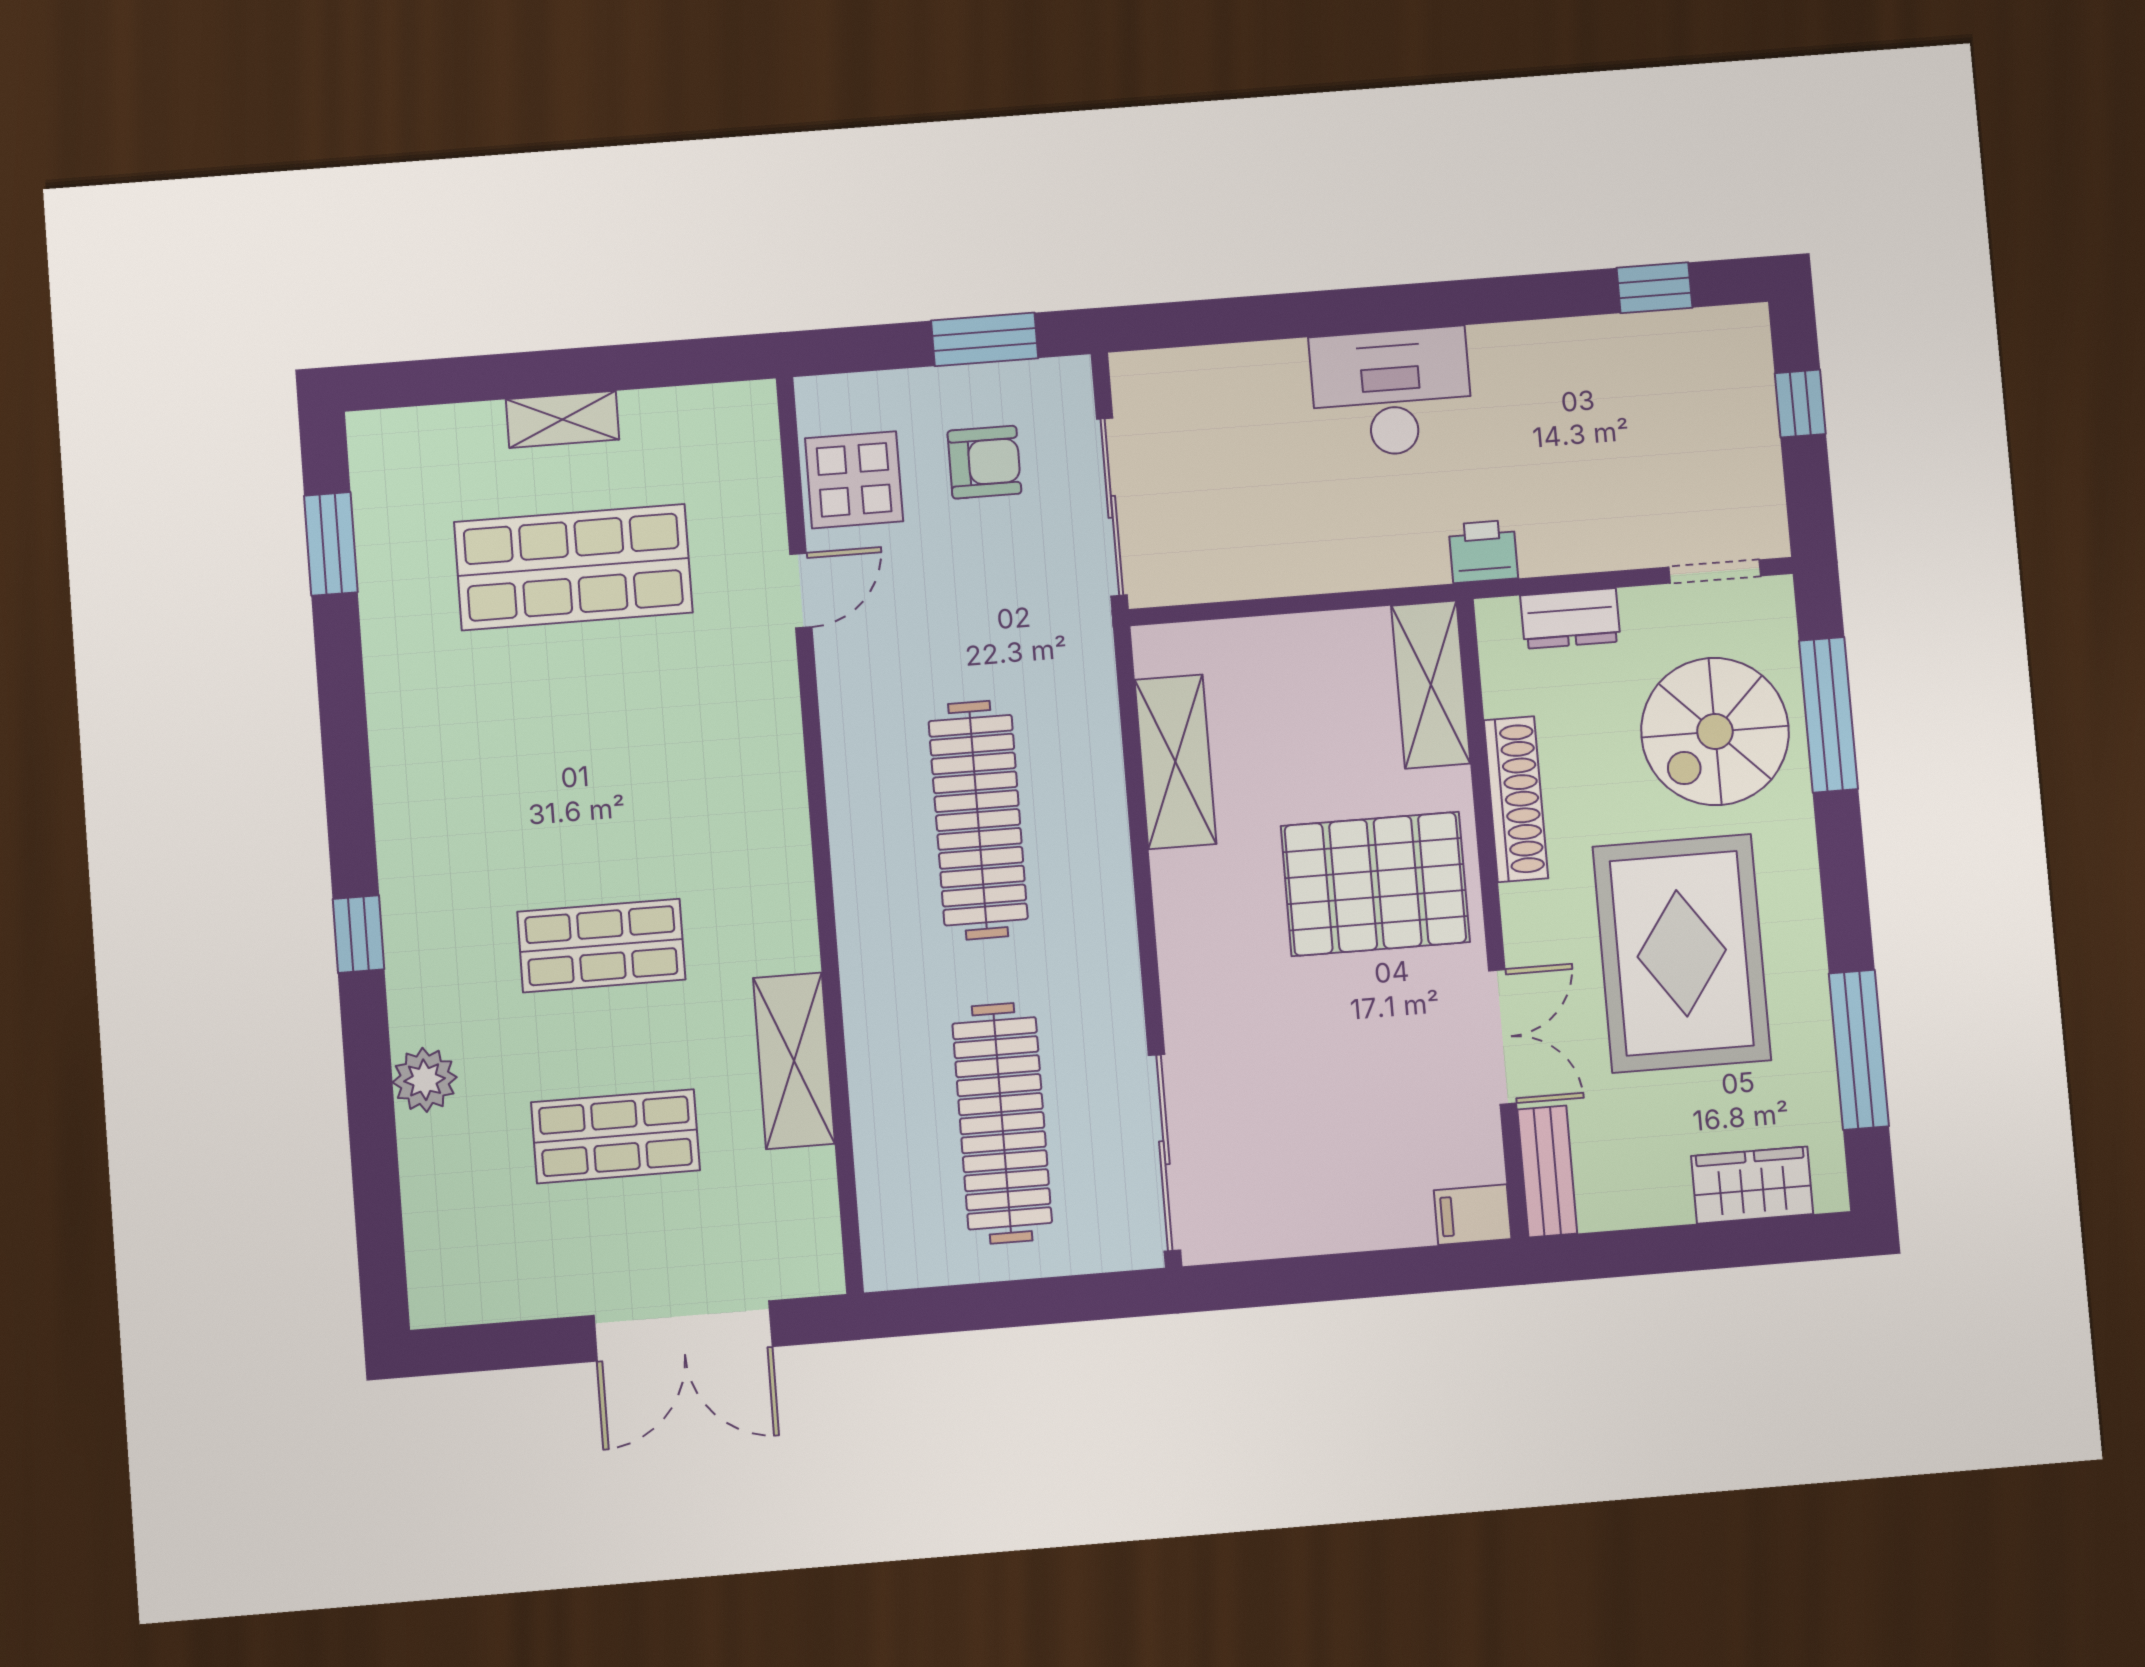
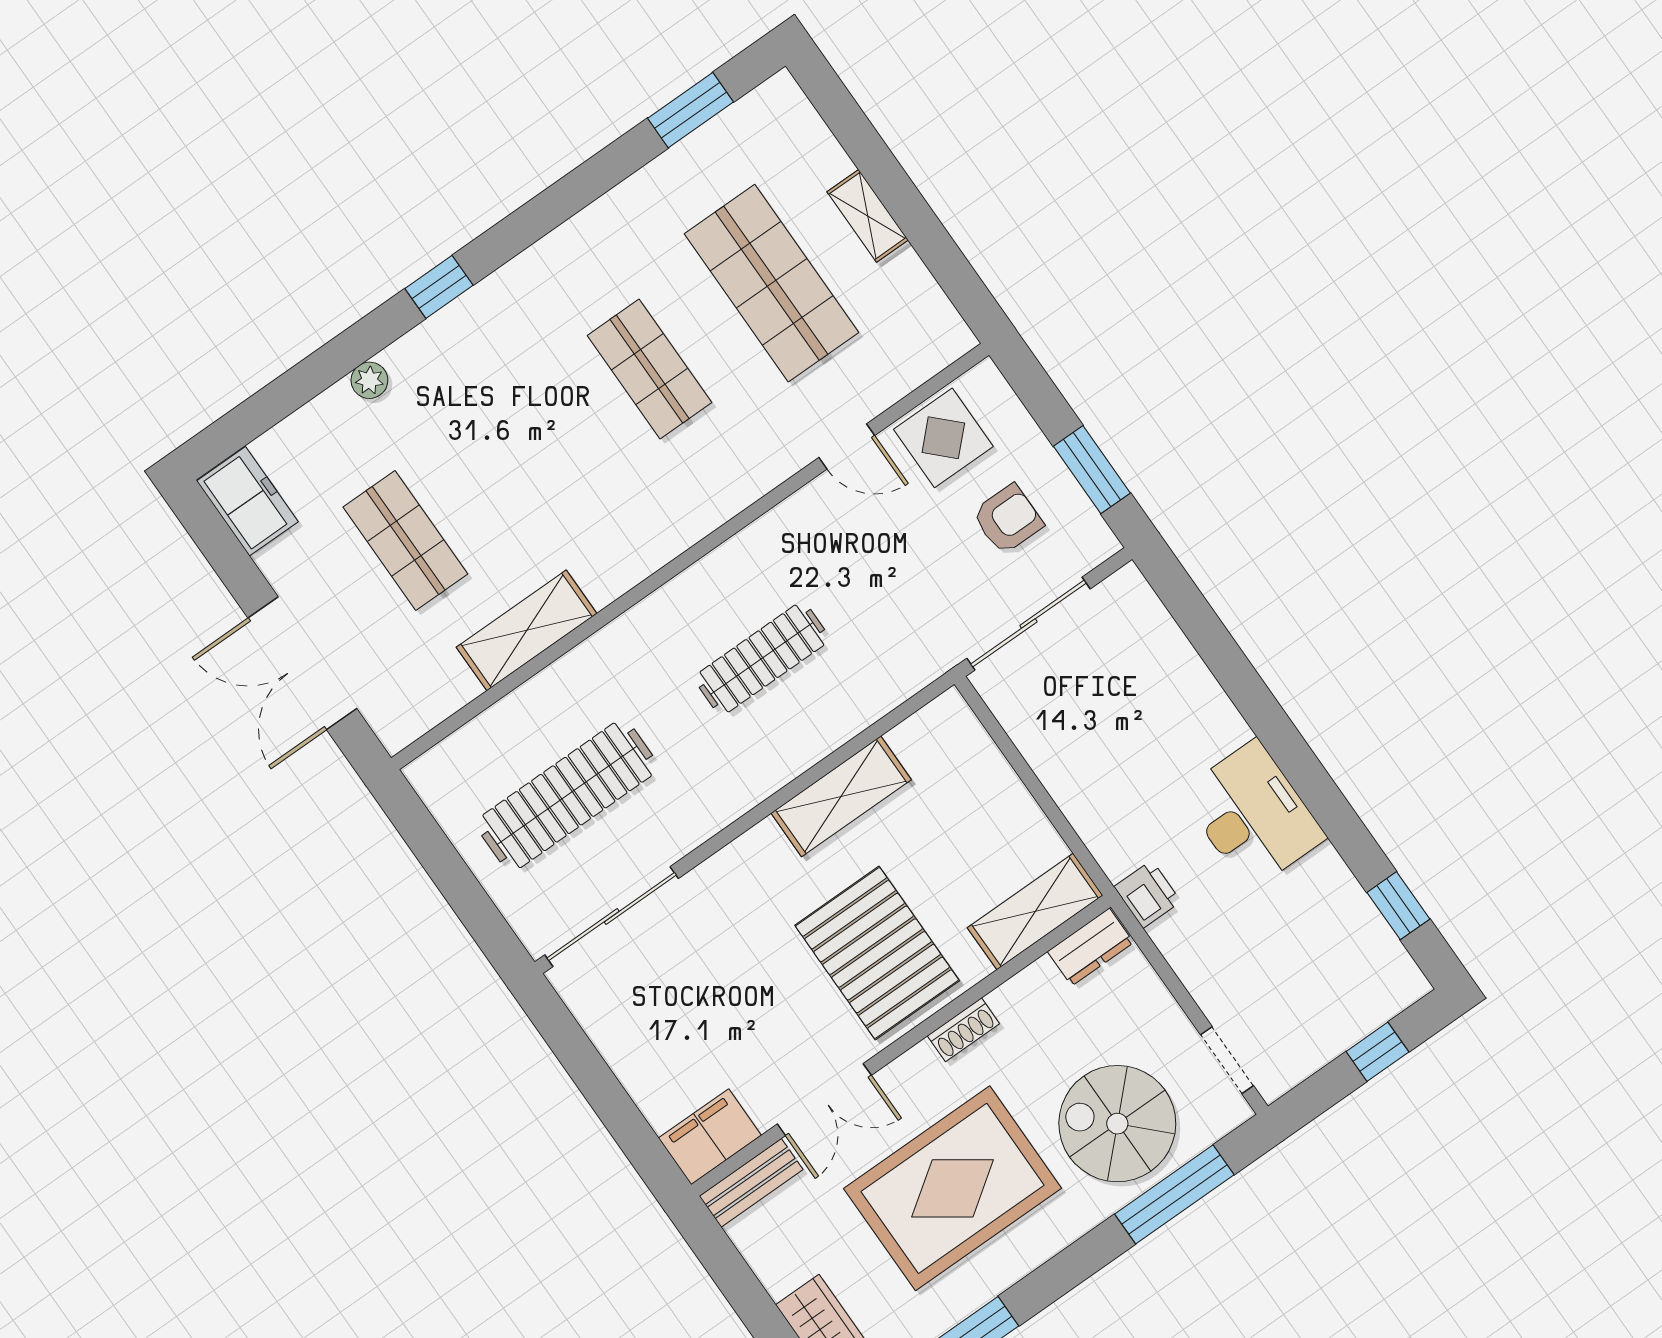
desk: (1391, 392) -> (1253, 815), moved
armchair: (984, 462) -> (1008, 519), turned -90
dresser: (1570, 619) -> (1090, 947), moved, turned -90
shelving: (1175, 762) -> (841, 796), moved
shoe rack: (1516, 799) -> (963, 1030), width x0.51, depth x0.81
clothes rail: (978, 820) -> (762, 659), width x0.73, depth x0.76
shop shelf: (601, 946) -> (649, 369), moved
plant: (425, 1080) -> (369, 380), width x0.73, depth x0.73
filing cabinet: (1473, 1215) -> (710, 1137), width x2.00
freezer: (468, 1286) -> (247, 501), added

